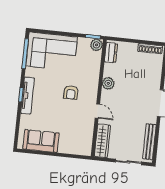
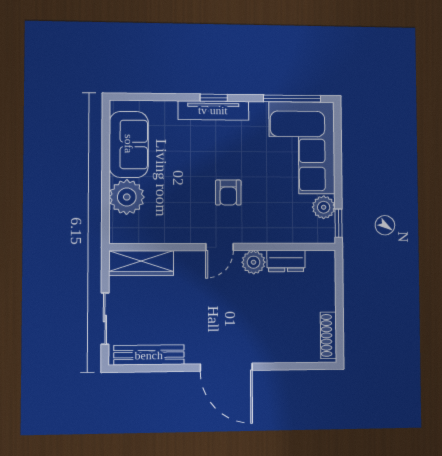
plant: (96, 45) -> (324, 207), moved
dresser: (111, 53) -> (286, 261), moved
armchair: (71, 92) -> (228, 193), turned -90
door: (97, 111) -> (219, 247), moved
plant: (68, 145) -> (127, 197), added

